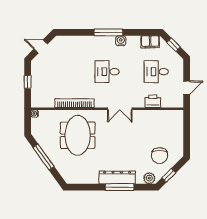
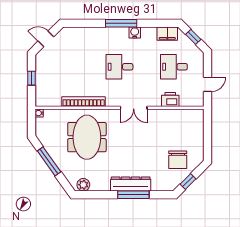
plant: (149, 178) -> (83, 185), moved

